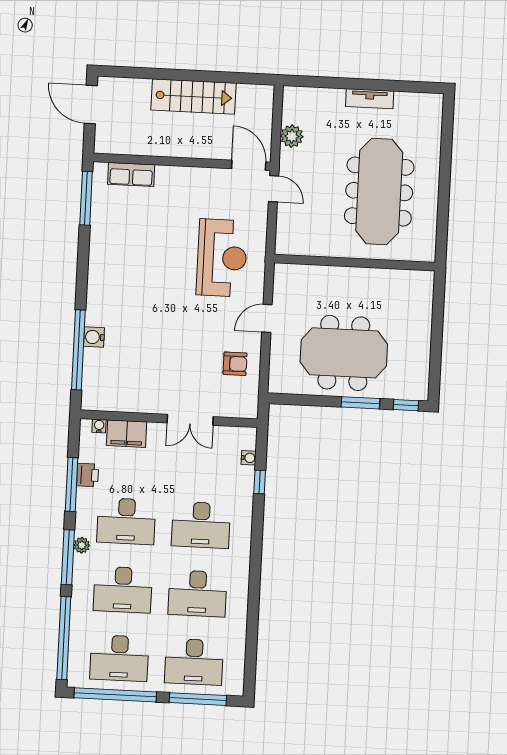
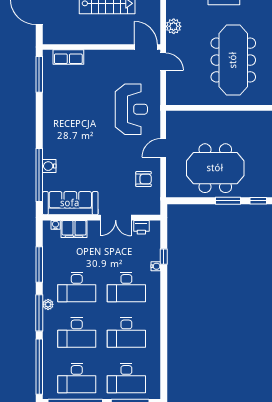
sofa: (123, 395) -> (70, 203), added
water cooler: (249, 458) -> (156, 266), moved
printer: (88, 475) -> (141, 227), moved, turned 90

